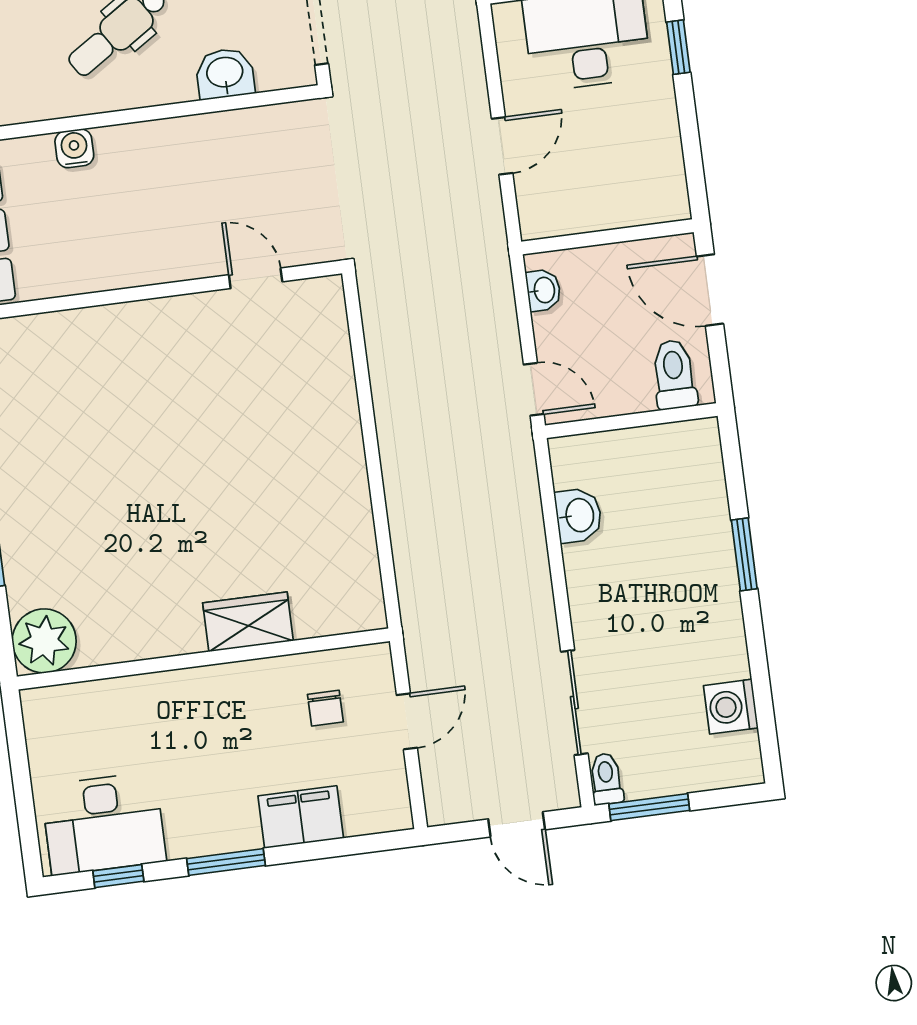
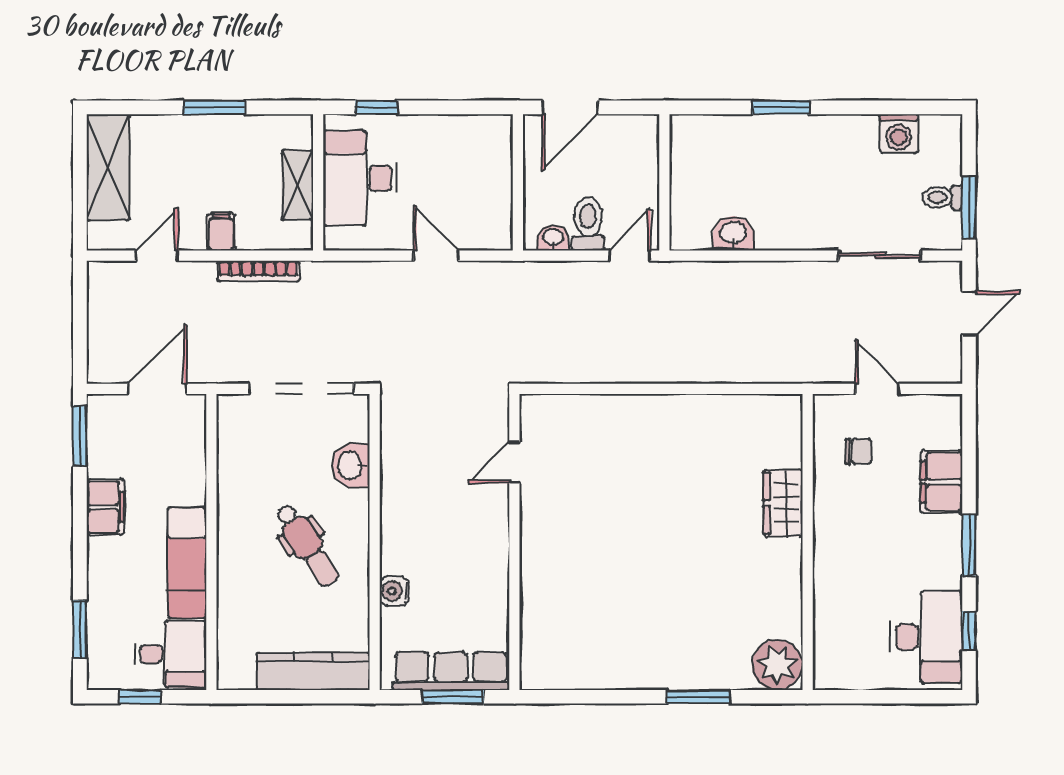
toilet: (674, 374) -> (588, 224), moved, turned 90
toilet: (606, 779) -> (943, 197), moved

